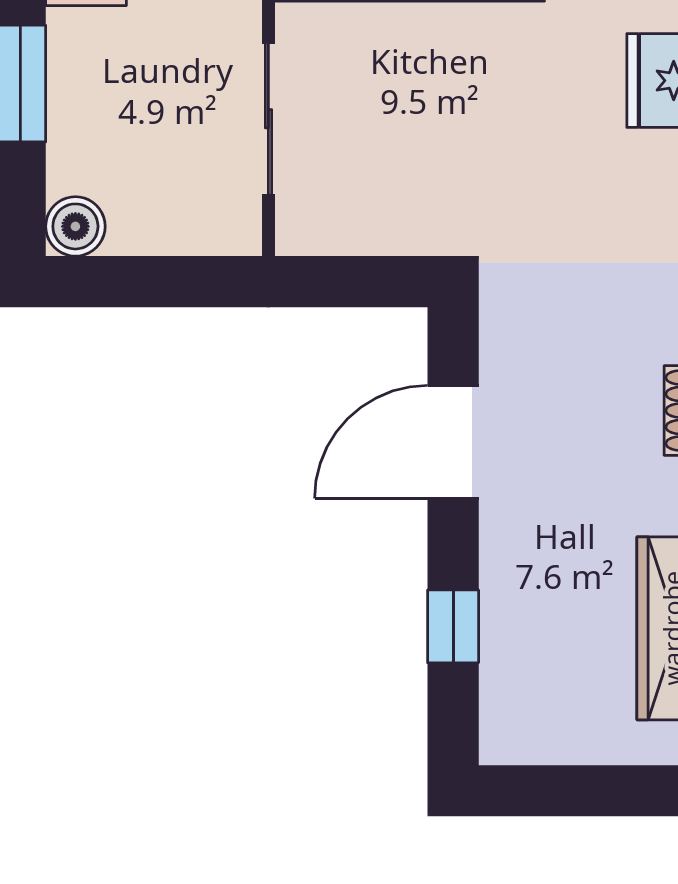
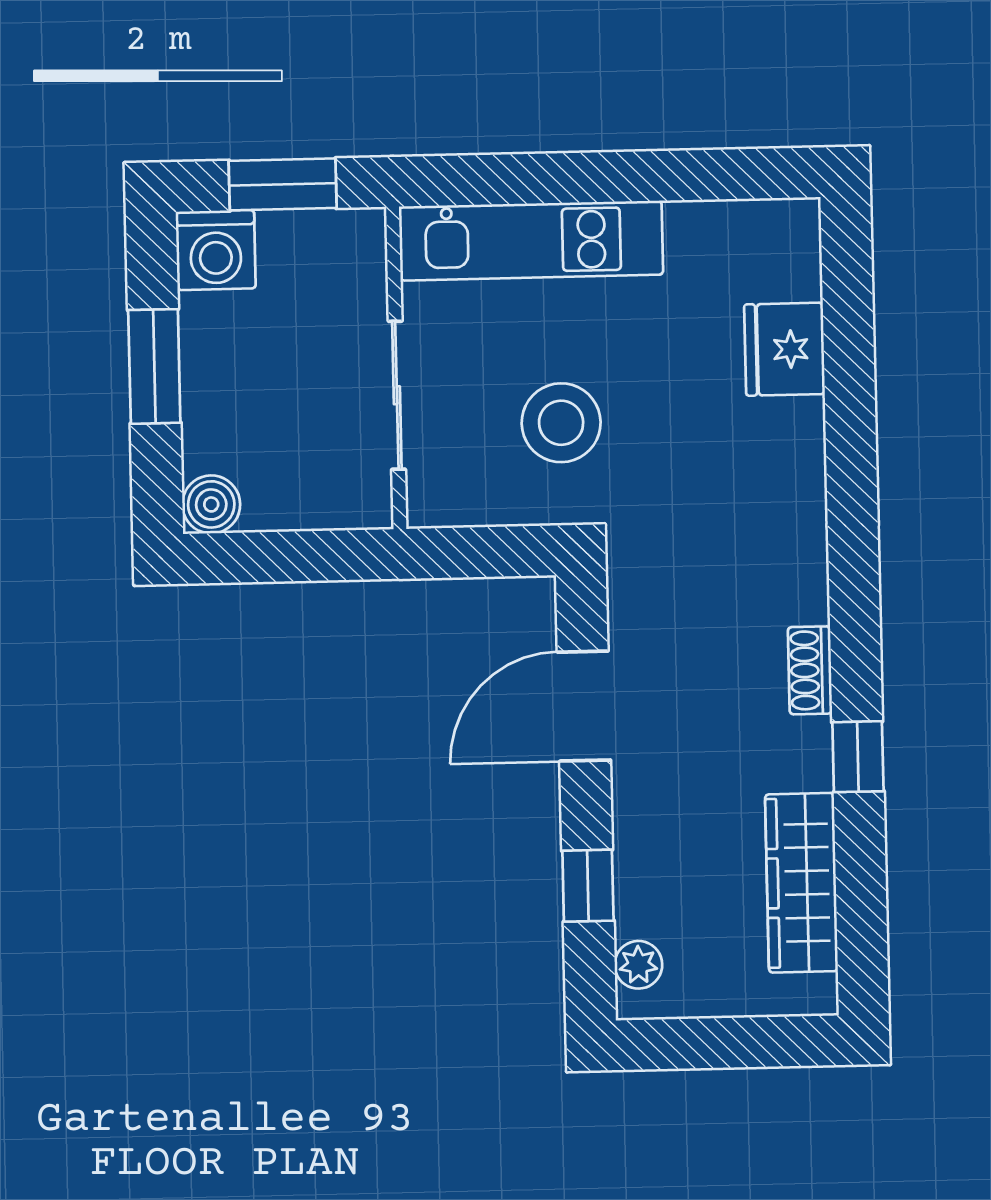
stool: (436, 151) -> (561, 423), added
plant: (503, 709) -> (638, 965), added

